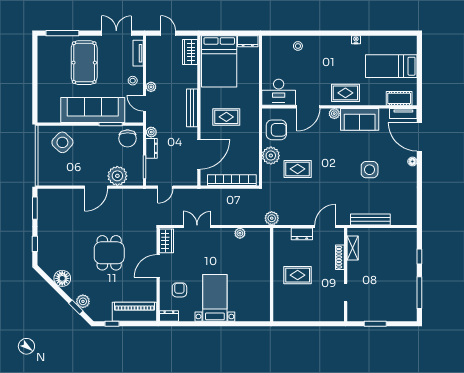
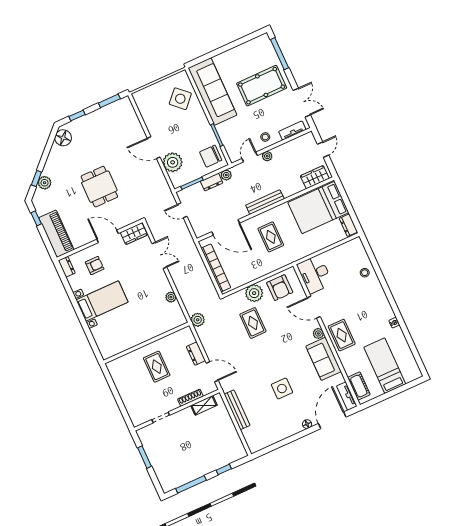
sofa: (93, 110) -> (212, 92), moved
dining table: (109, 253) -> (99, 187), turned 90
floor lamp: (62, 278) -> (63, 138), moved

